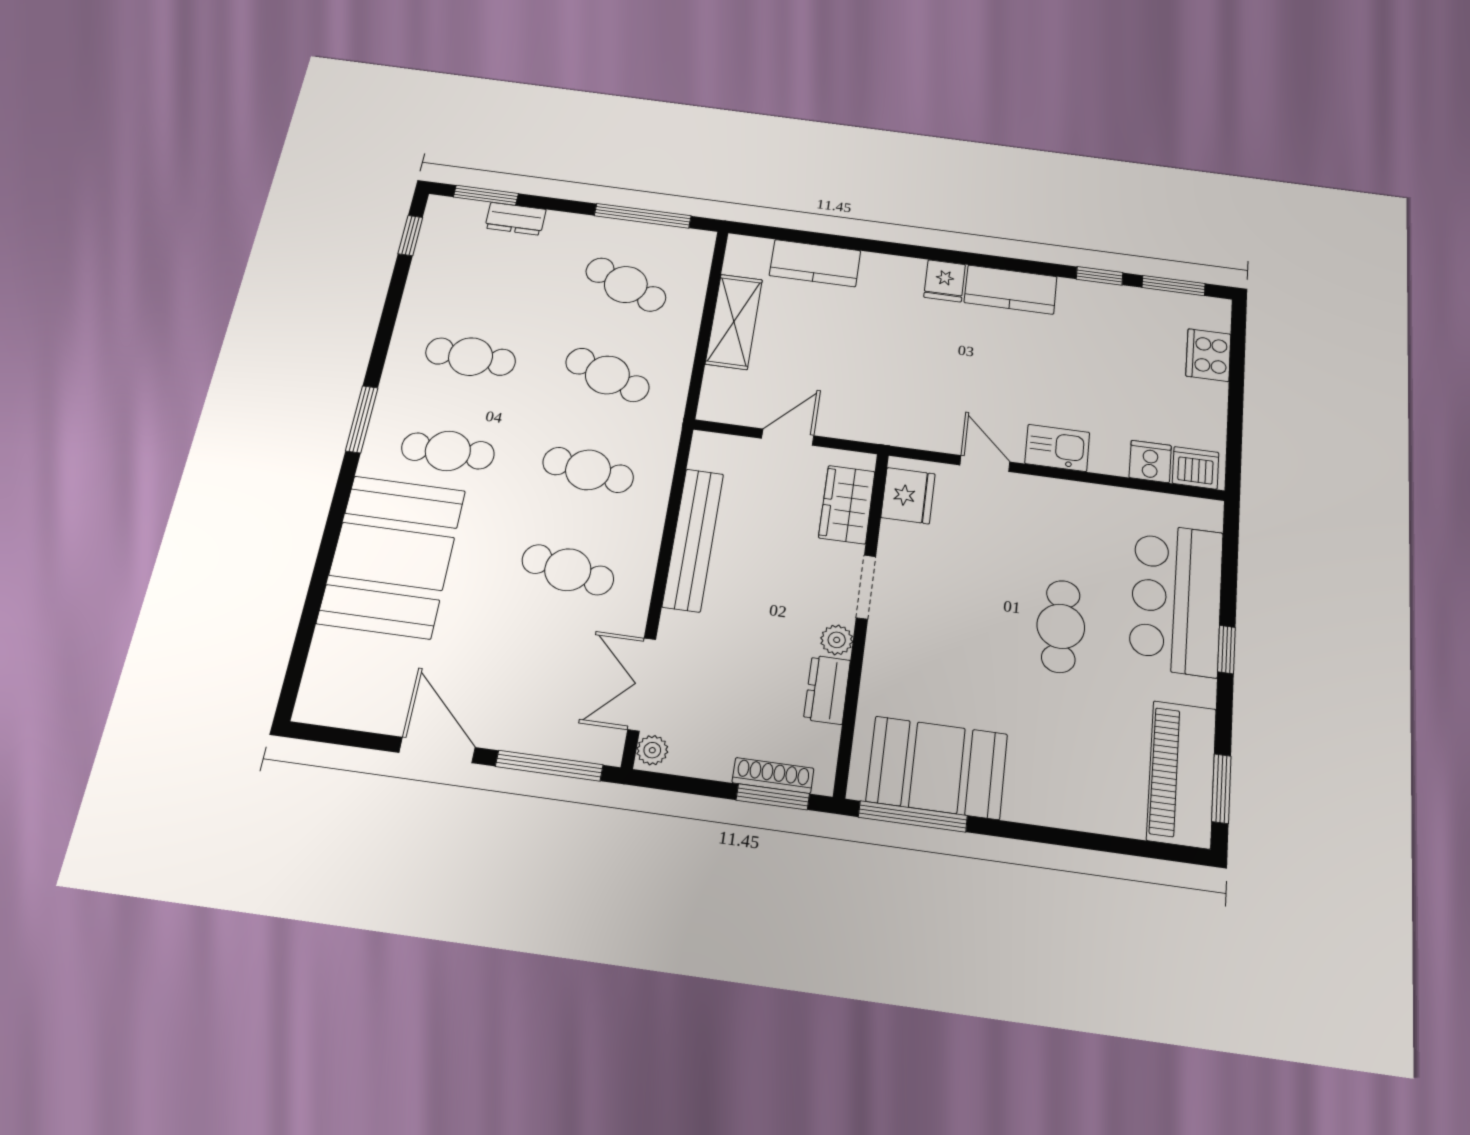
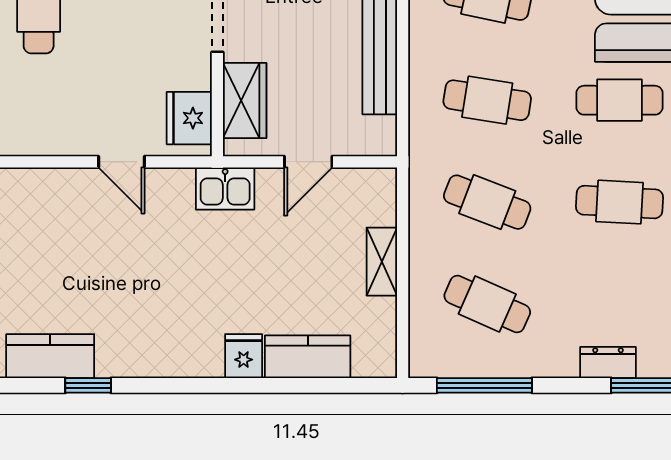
window: (1100, 276) -> (88, 385), moved
fridge: (945, 281) -> (244, 356), moved
kitchen counter: (1011, 290) -> (50, 356), moved
shelving: (734, 322) -> (382, 262), width x0.67, depth x0.75
kitchen sink: (1057, 448) -> (225, 189), moved

